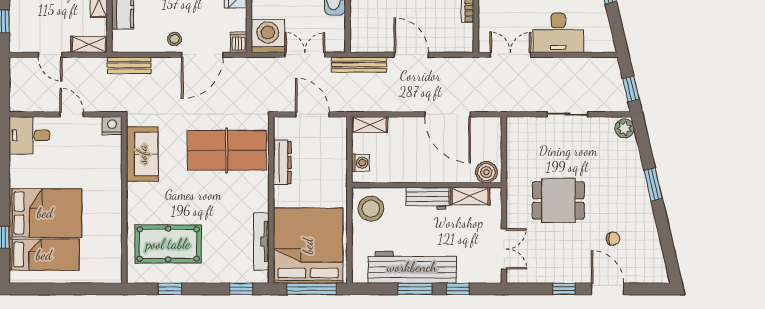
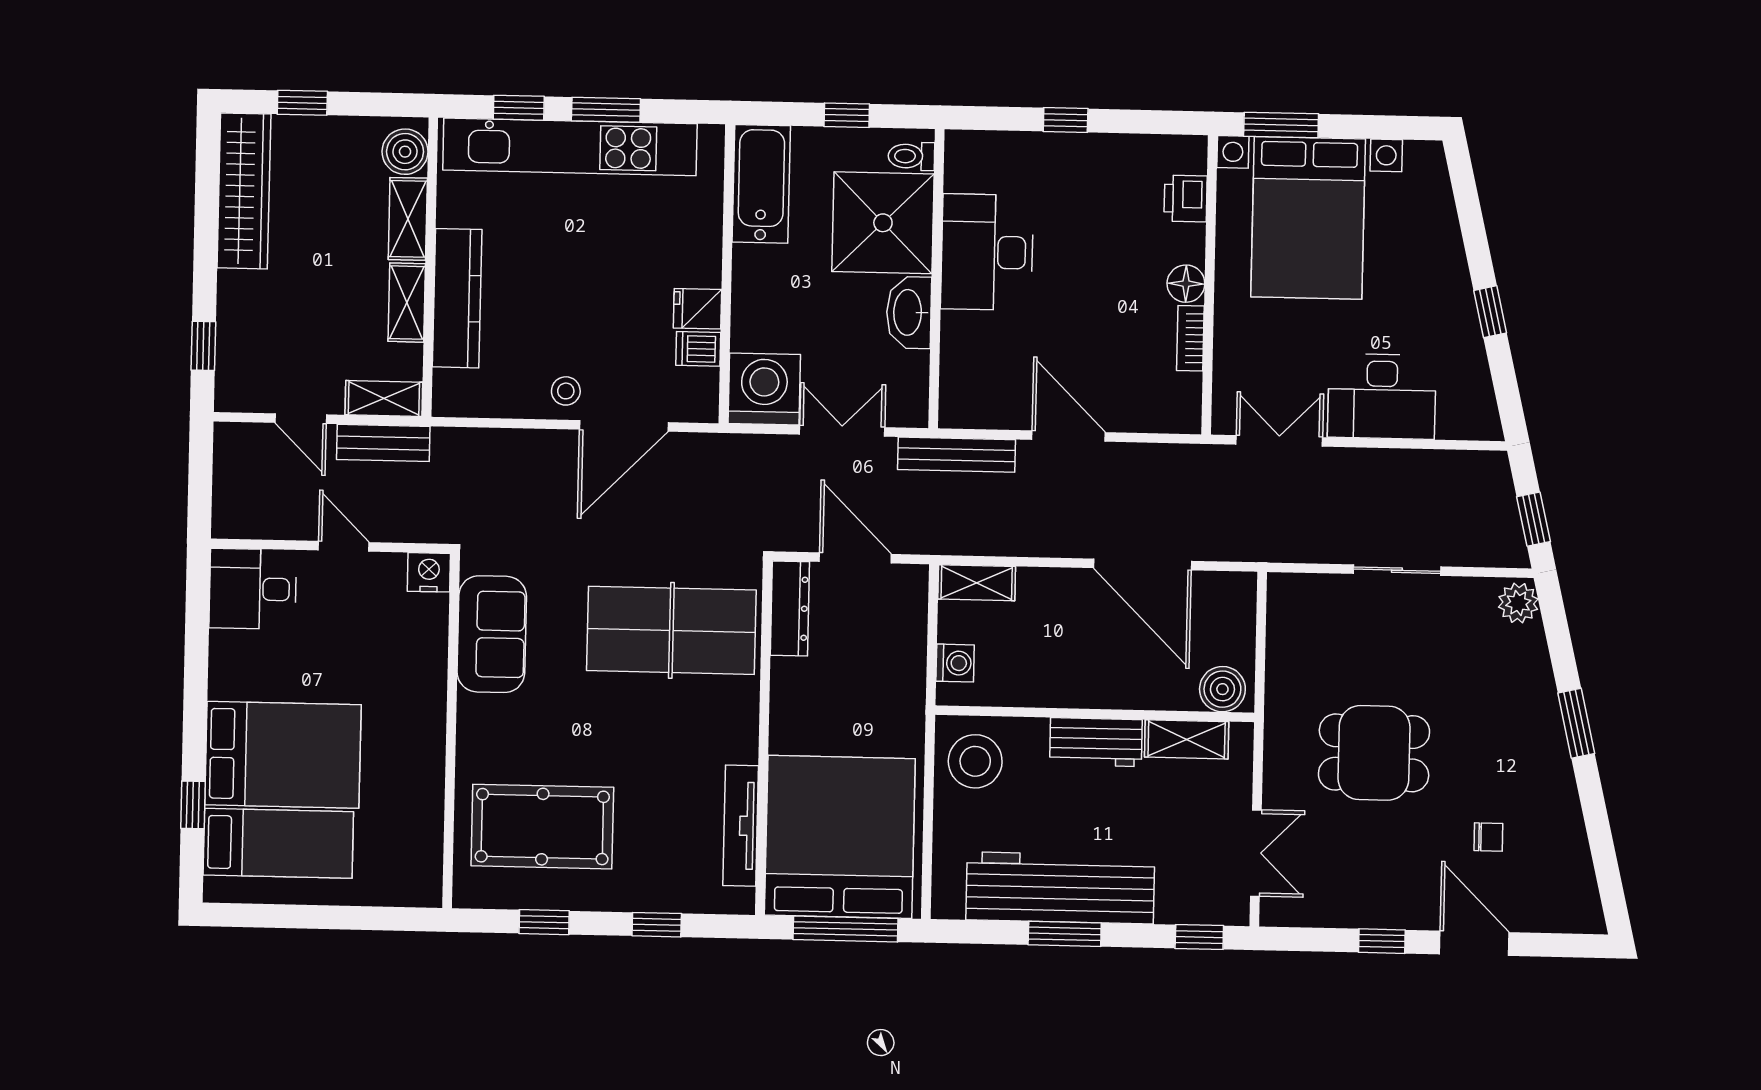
dishwasher: (239, 42) -> (698, 349), moved, turned -90
bench: (129, 65) -> (383, 443), moved
dresser: (282, 162) -> (790, 608), moved
window: (241, 289) -> (657, 925), moved
window: (458, 289) -> (1199, 937), moved

